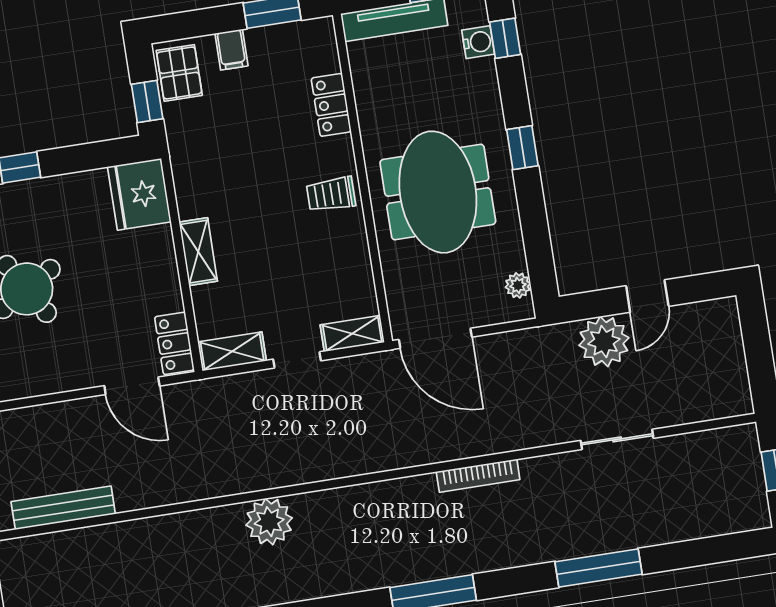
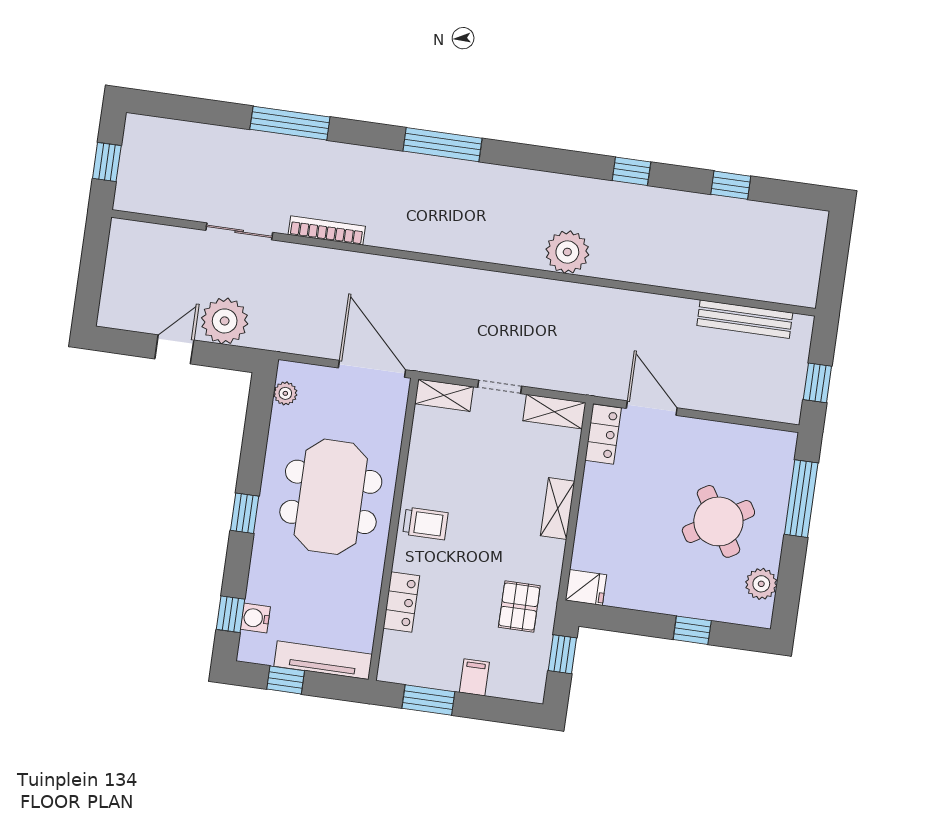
pallet: (179, 73) -> (519, 606), moved
fridge: (139, 194) -> (586, 587), width x0.53, depth x0.75
bookcase: (478, 476) -> (327, 230), moved

